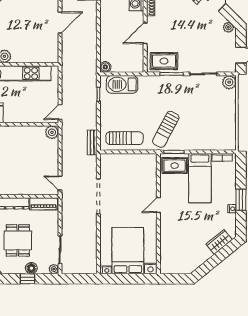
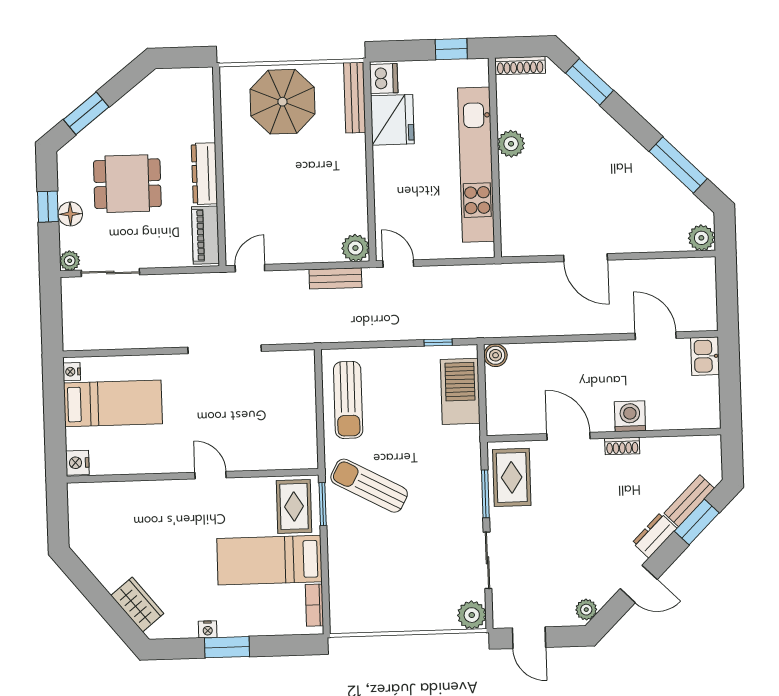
bench: (92, 142) -> (335, 278), moved
bed: (128, 251) -> (113, 403), width x0.67

